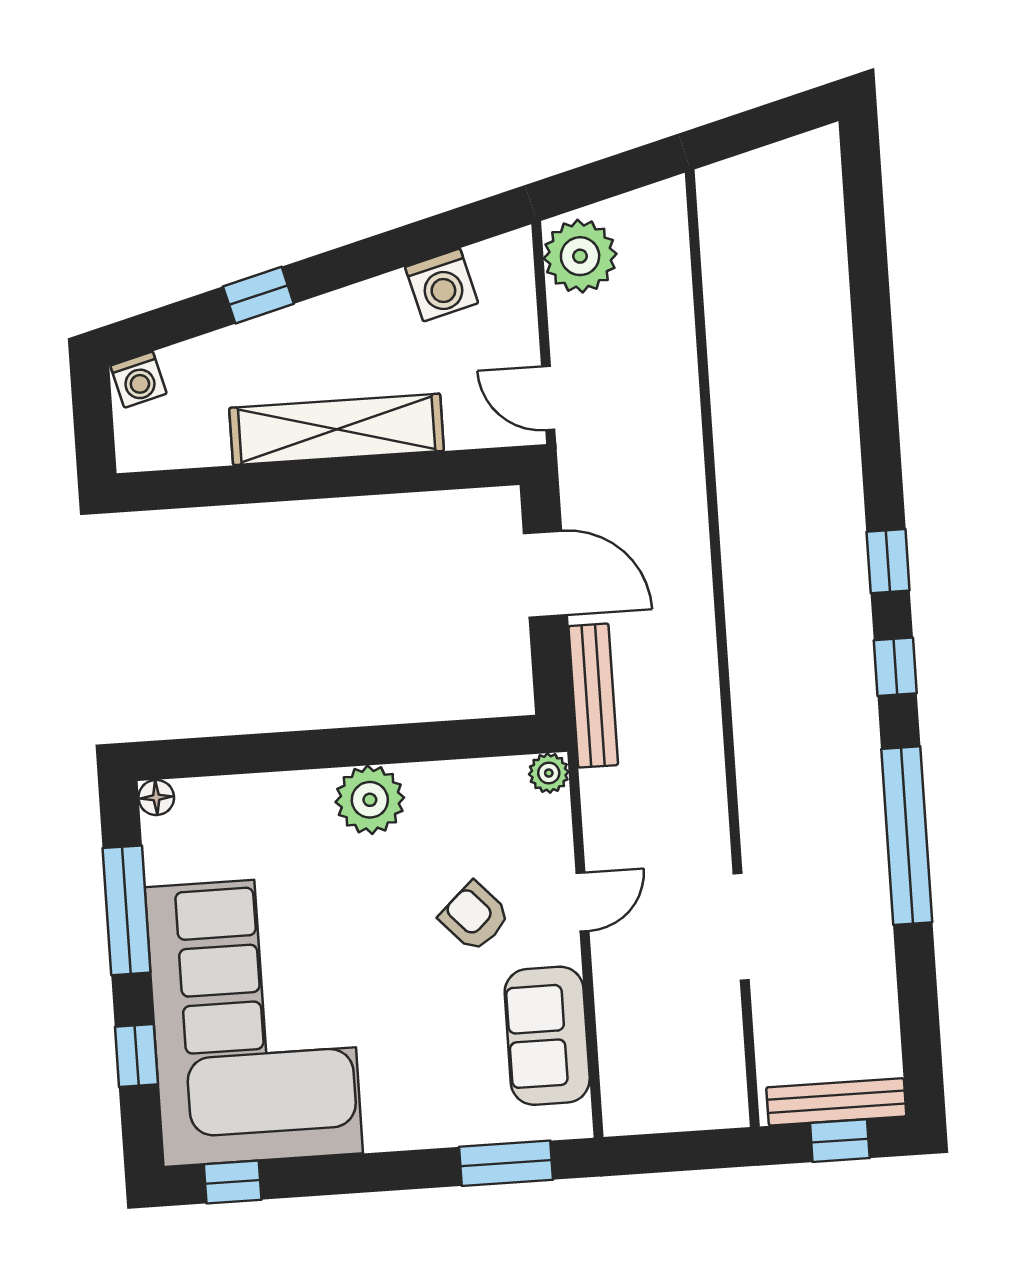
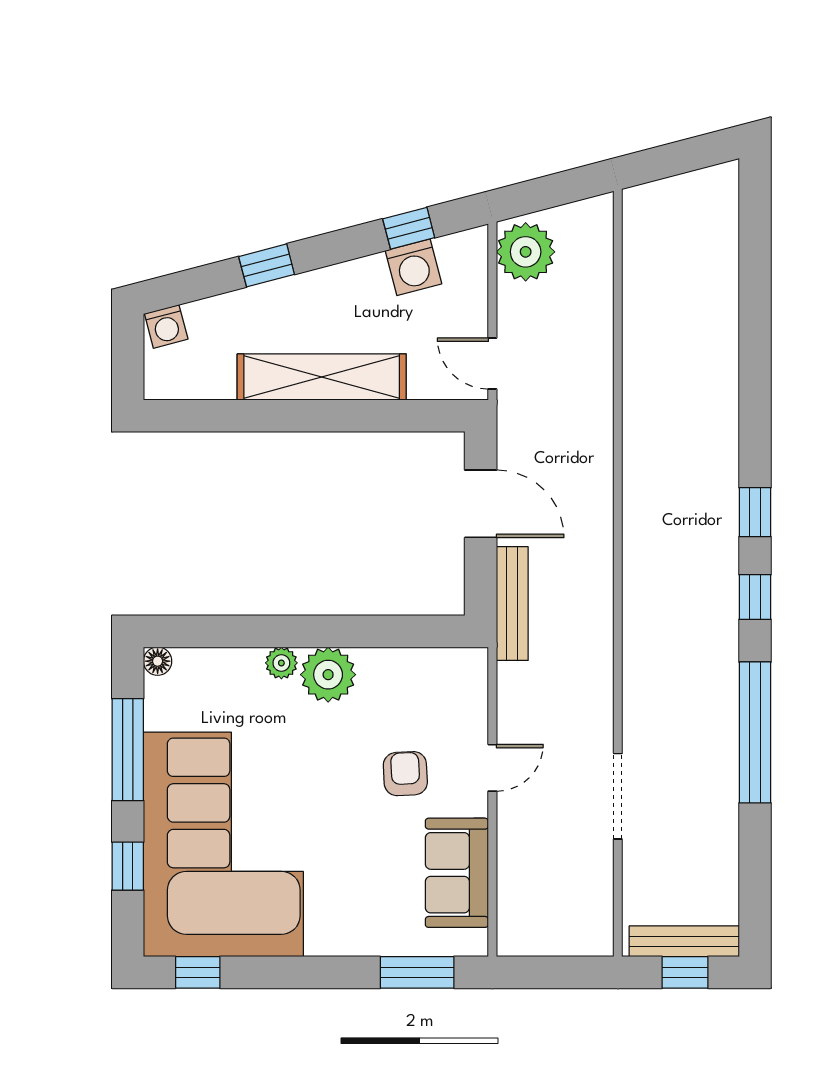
window: (432, 237) -> (409, 228), added
plant: (549, 773) -> (281, 663), moved
armchair: (475, 917) -> (405, 774), turned 40

